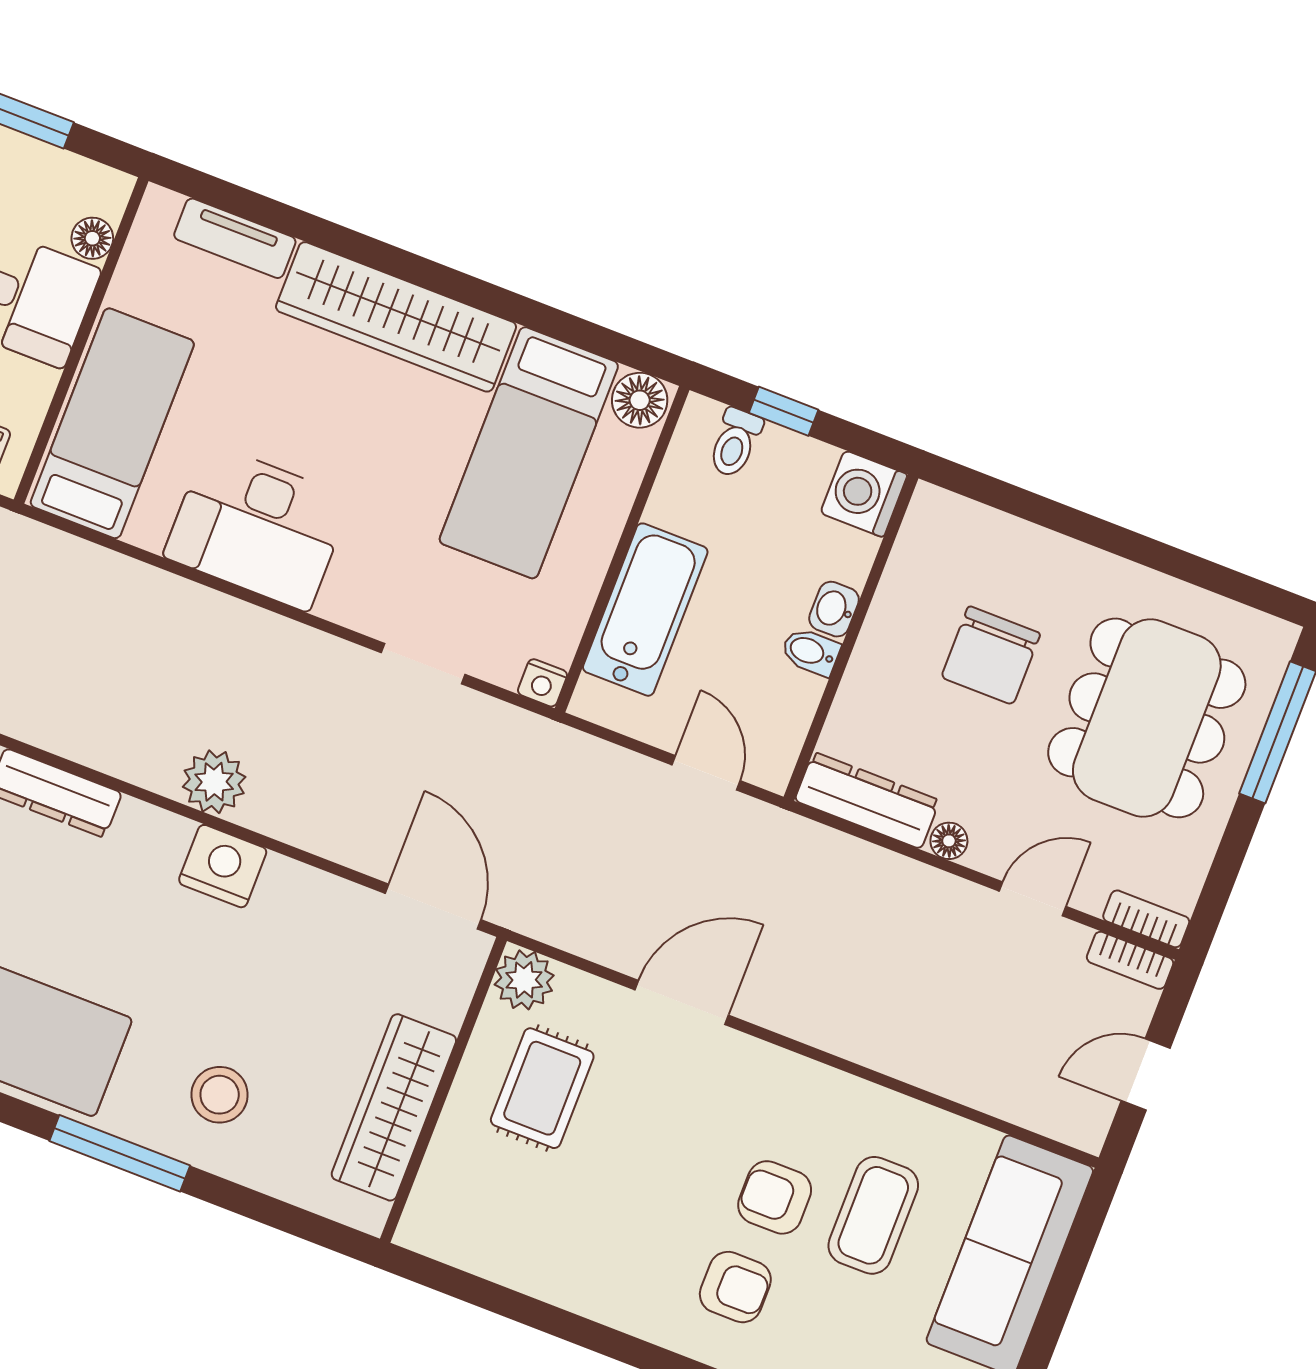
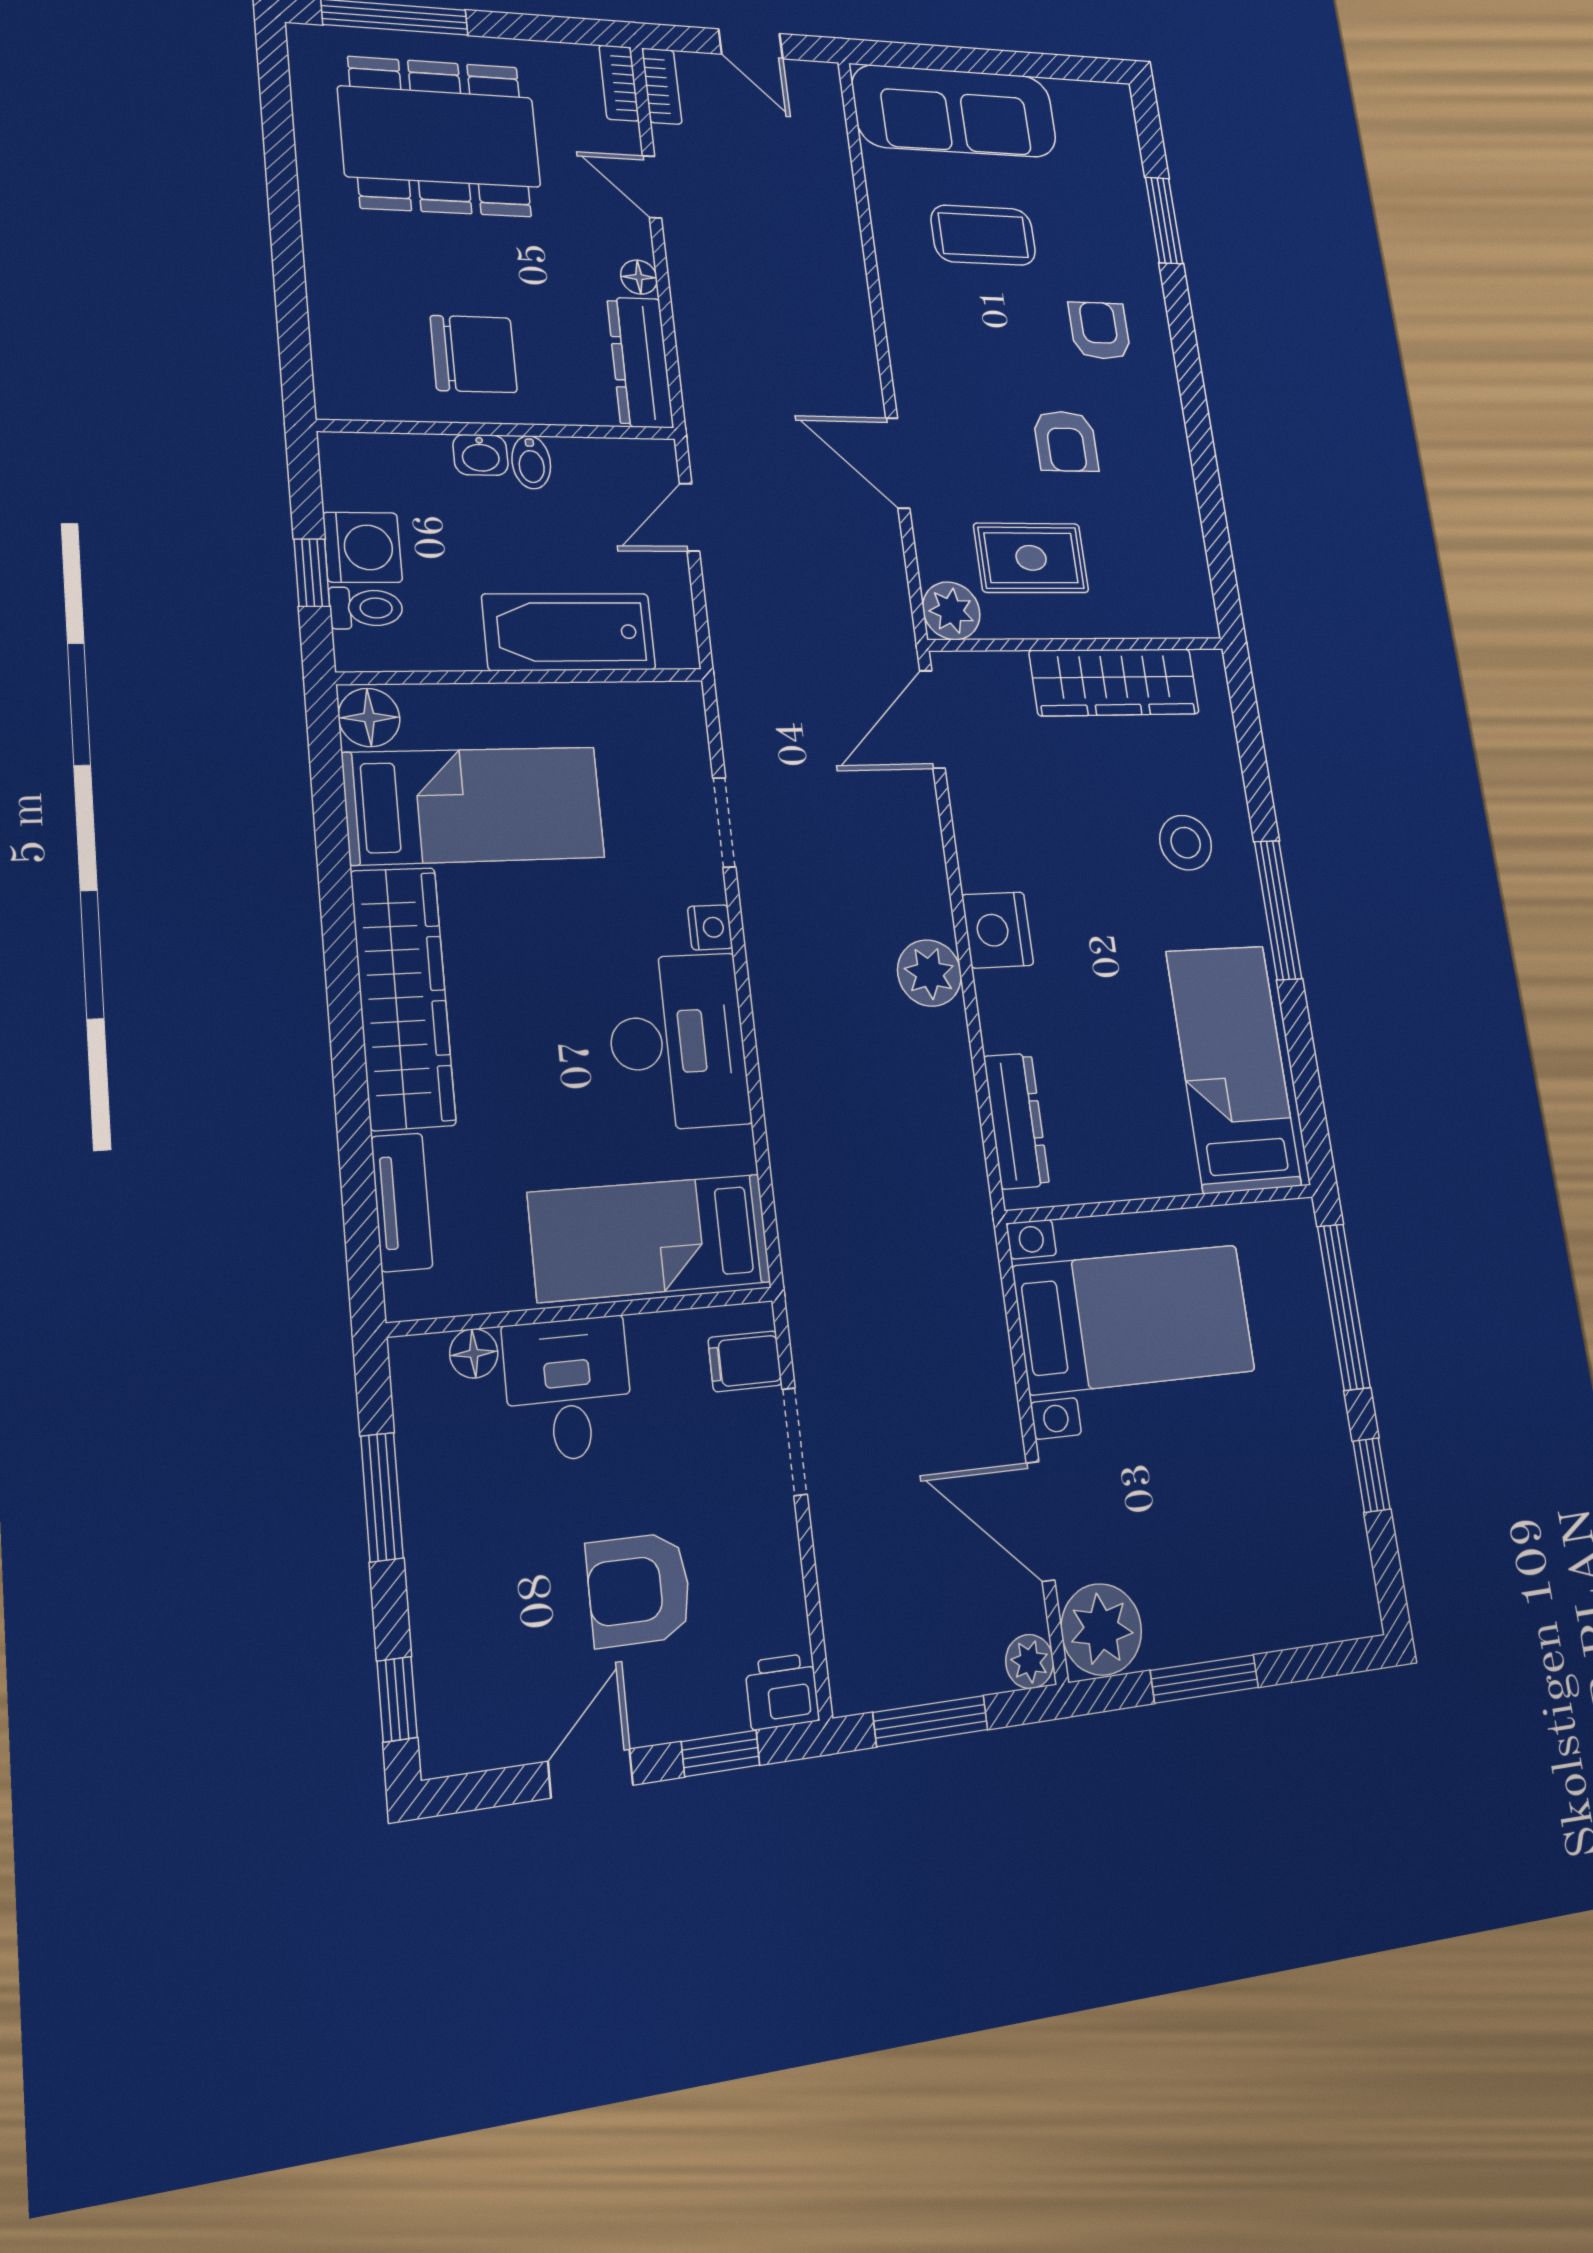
washing machine: (864, 494) -> (362, 547), moved, turned -90
chair: (991, 655) -> (474, 354), moved
nightstand: (542, 683) -> (710, 927), moved
armchair: (775, 1197) -> (1066, 441), moved

